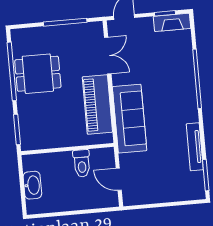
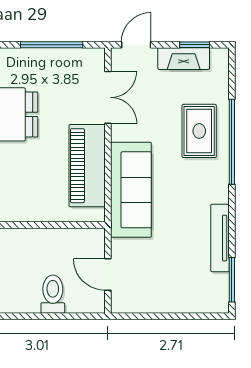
fireplace: (172, 22) -> (184, 59), moved
rug: (174, 73) -> (199, 131), added
toilet: (82, 163) -> (53, 294), moved, turned 180

